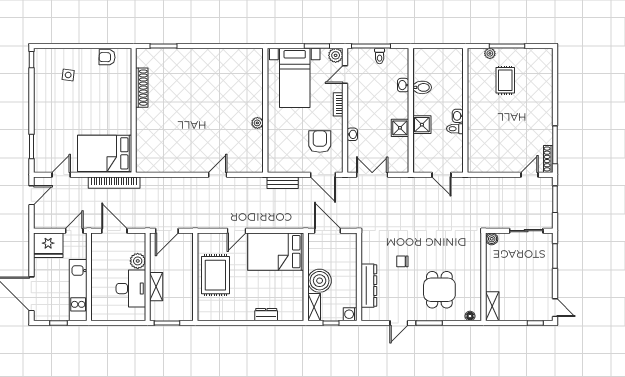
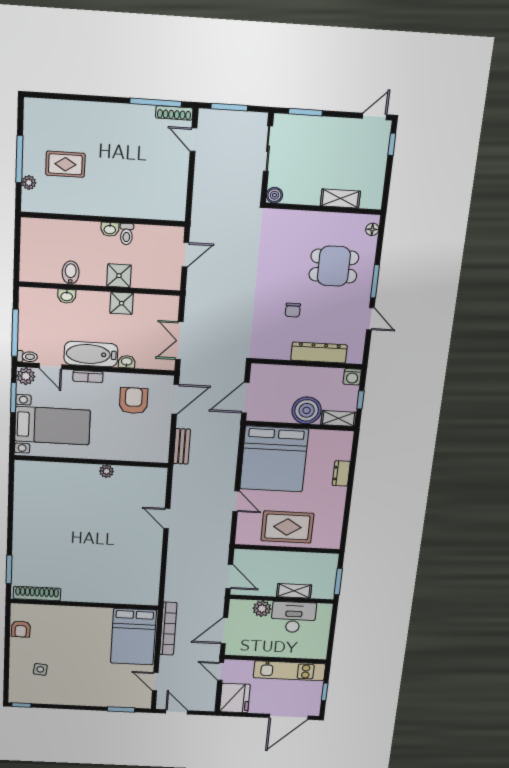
toilet: (380, 56) -> (27, 357), moved
shoe rack: (142, 88) -> (37, 594), moved
bathtub: (357, 106) -> (91, 354), added
armchair: (320, 142) -> (134, 401), turned 90
bed: (276, 252) -> (274, 459), width x1.36
shelving: (492, 306) -> (340, 199), moved

